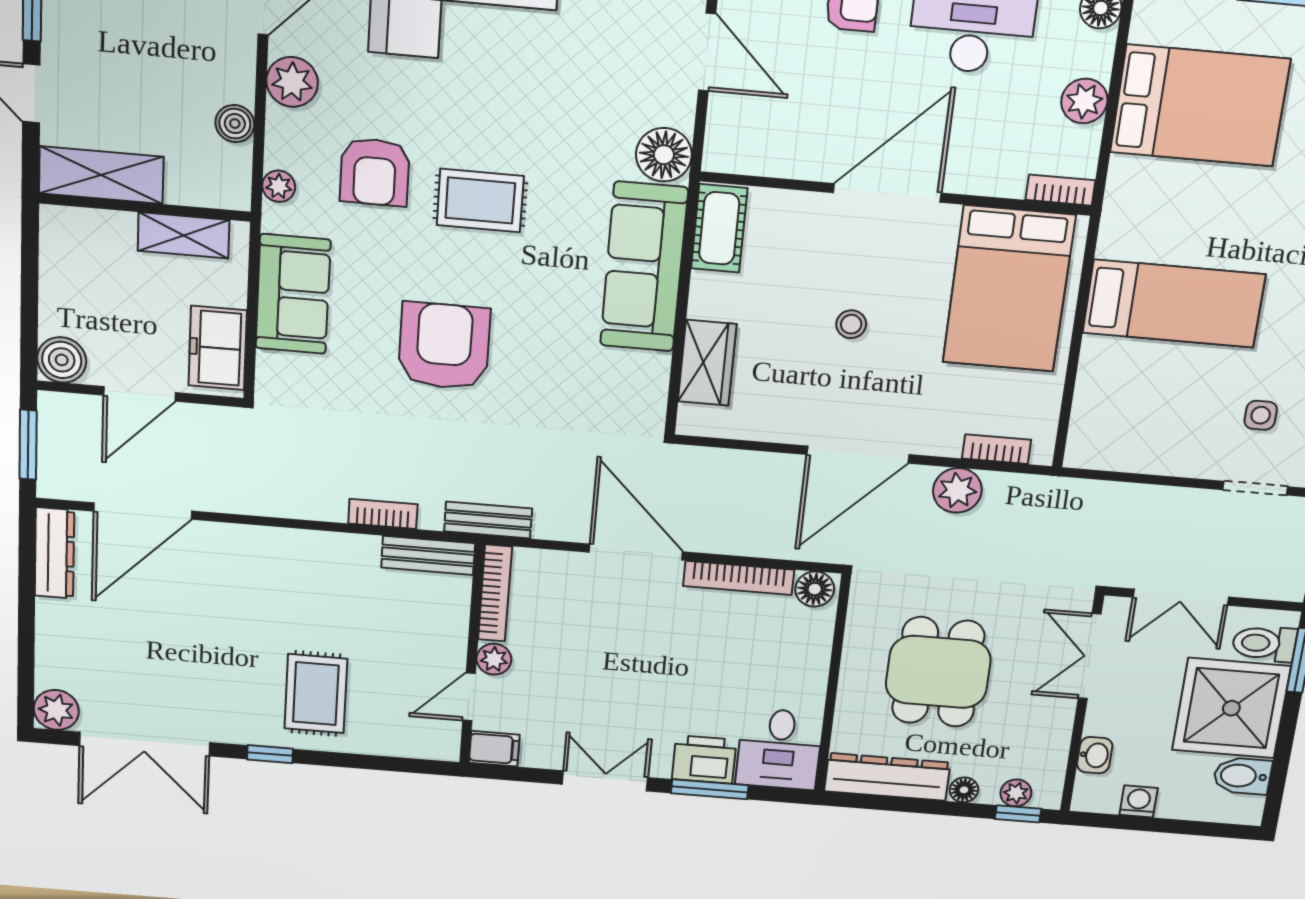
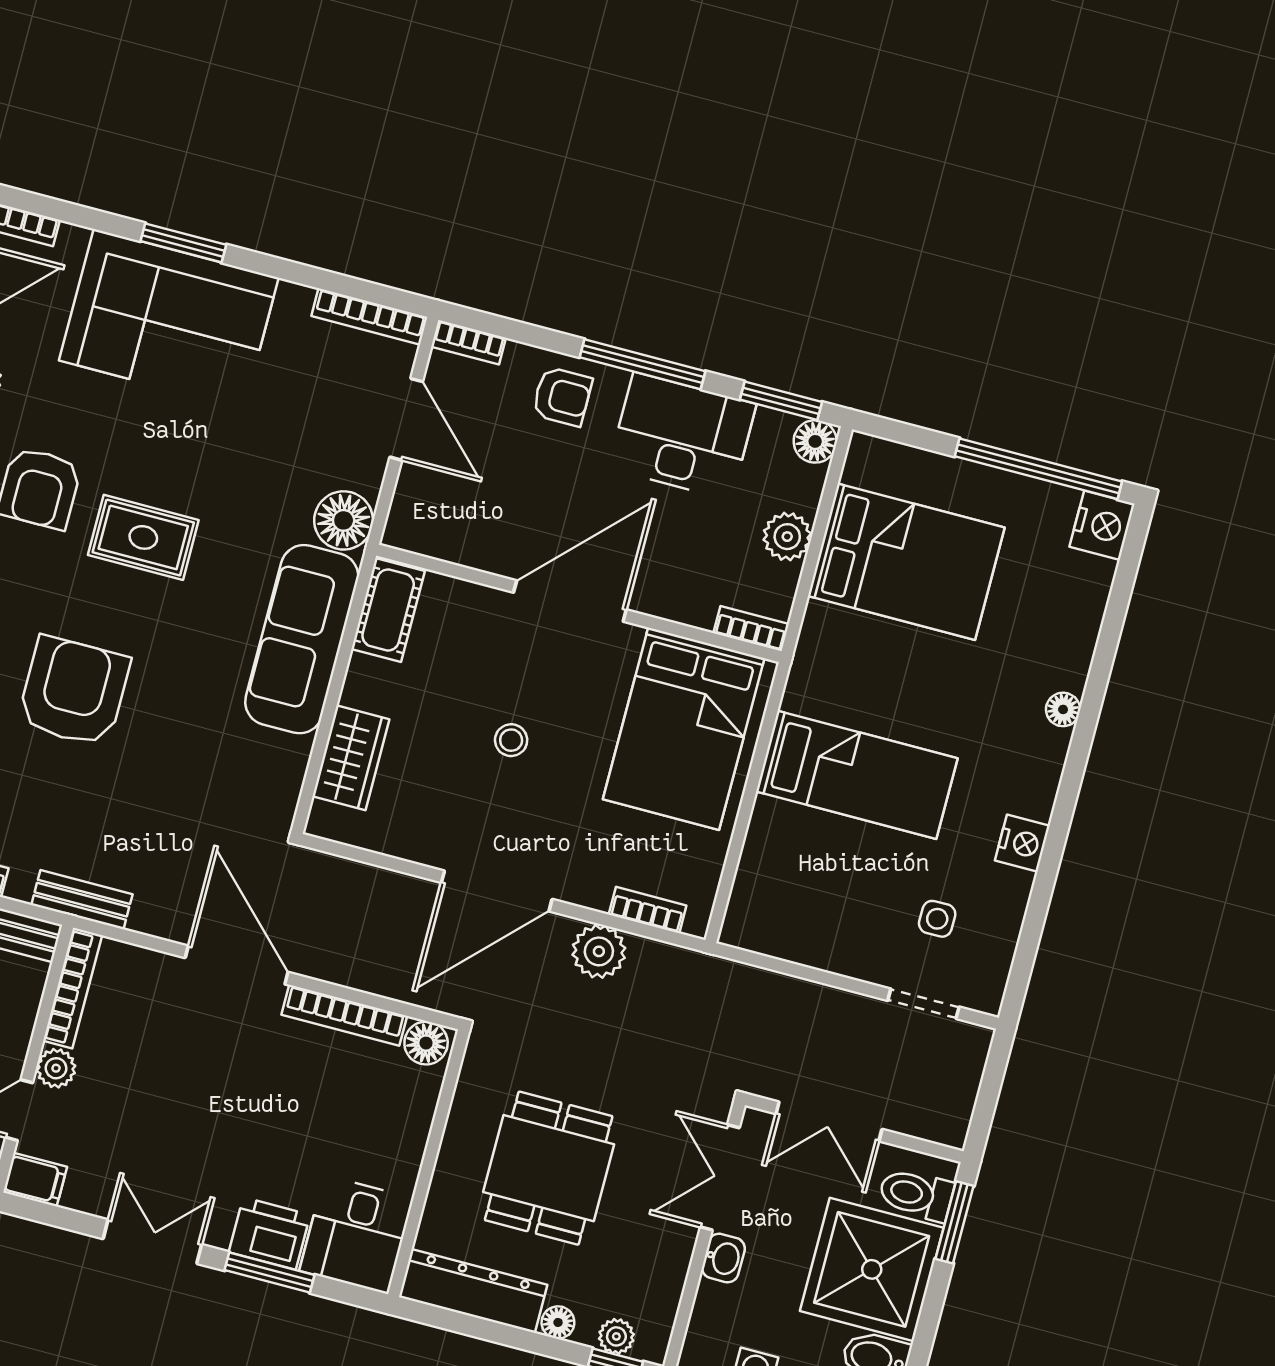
washbasin: (1095, 755) -> (723, 1258), moved

